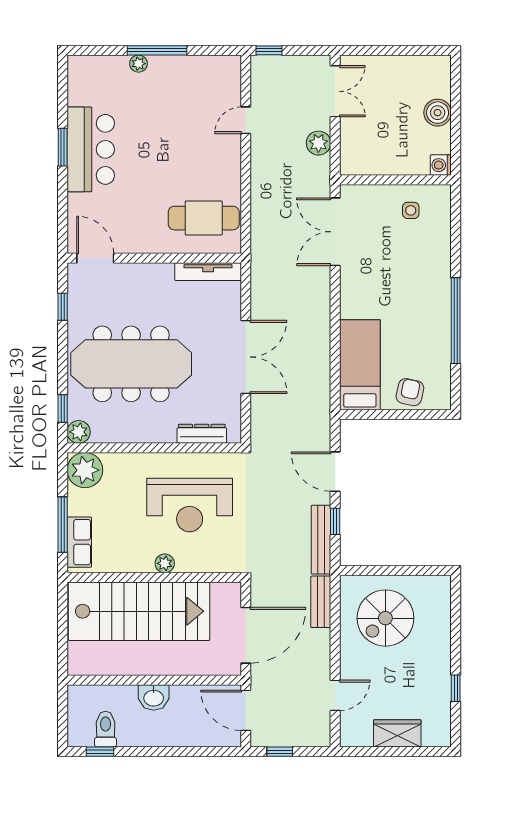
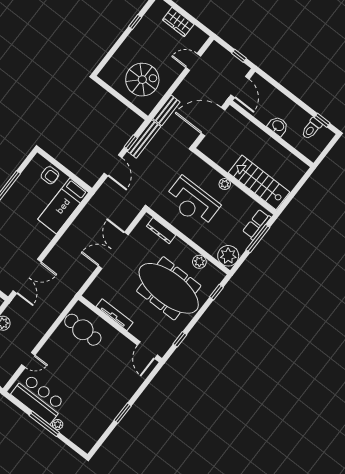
bar counter: (91, 149) -> (38, 399), moved, turned 90
tv unit: (208, 272) -> (115, 315), moved
armchair: (410, 392) -> (50, 175), turned -102
plant: (79, 432) -> (199, 262), moved
reception desk: (190, 505) -> (192, 202), turned 180
stairs: (139, 611) -> (259, 182), width x0.73, depth x0.66

